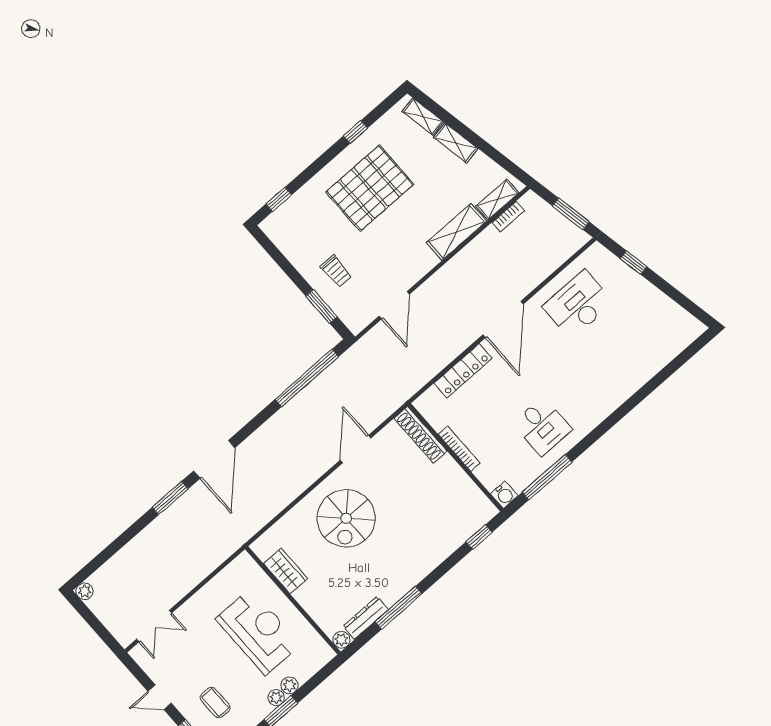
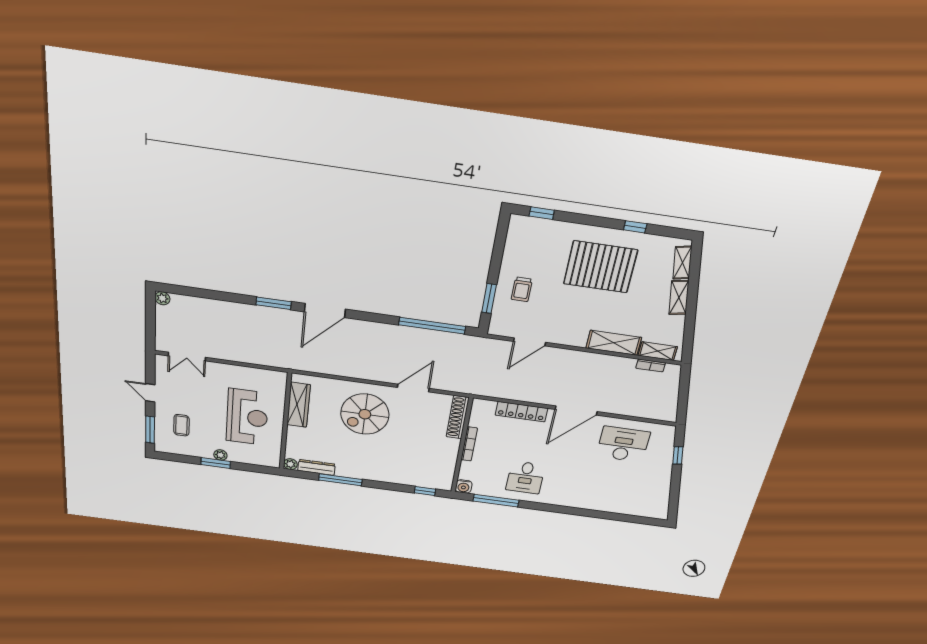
window: (571, 214) -> (683, 400), removed
wardrobe: (286, 571) -> (298, 405), width x1.50
plant: (290, 685) -> (235, 457), removed

